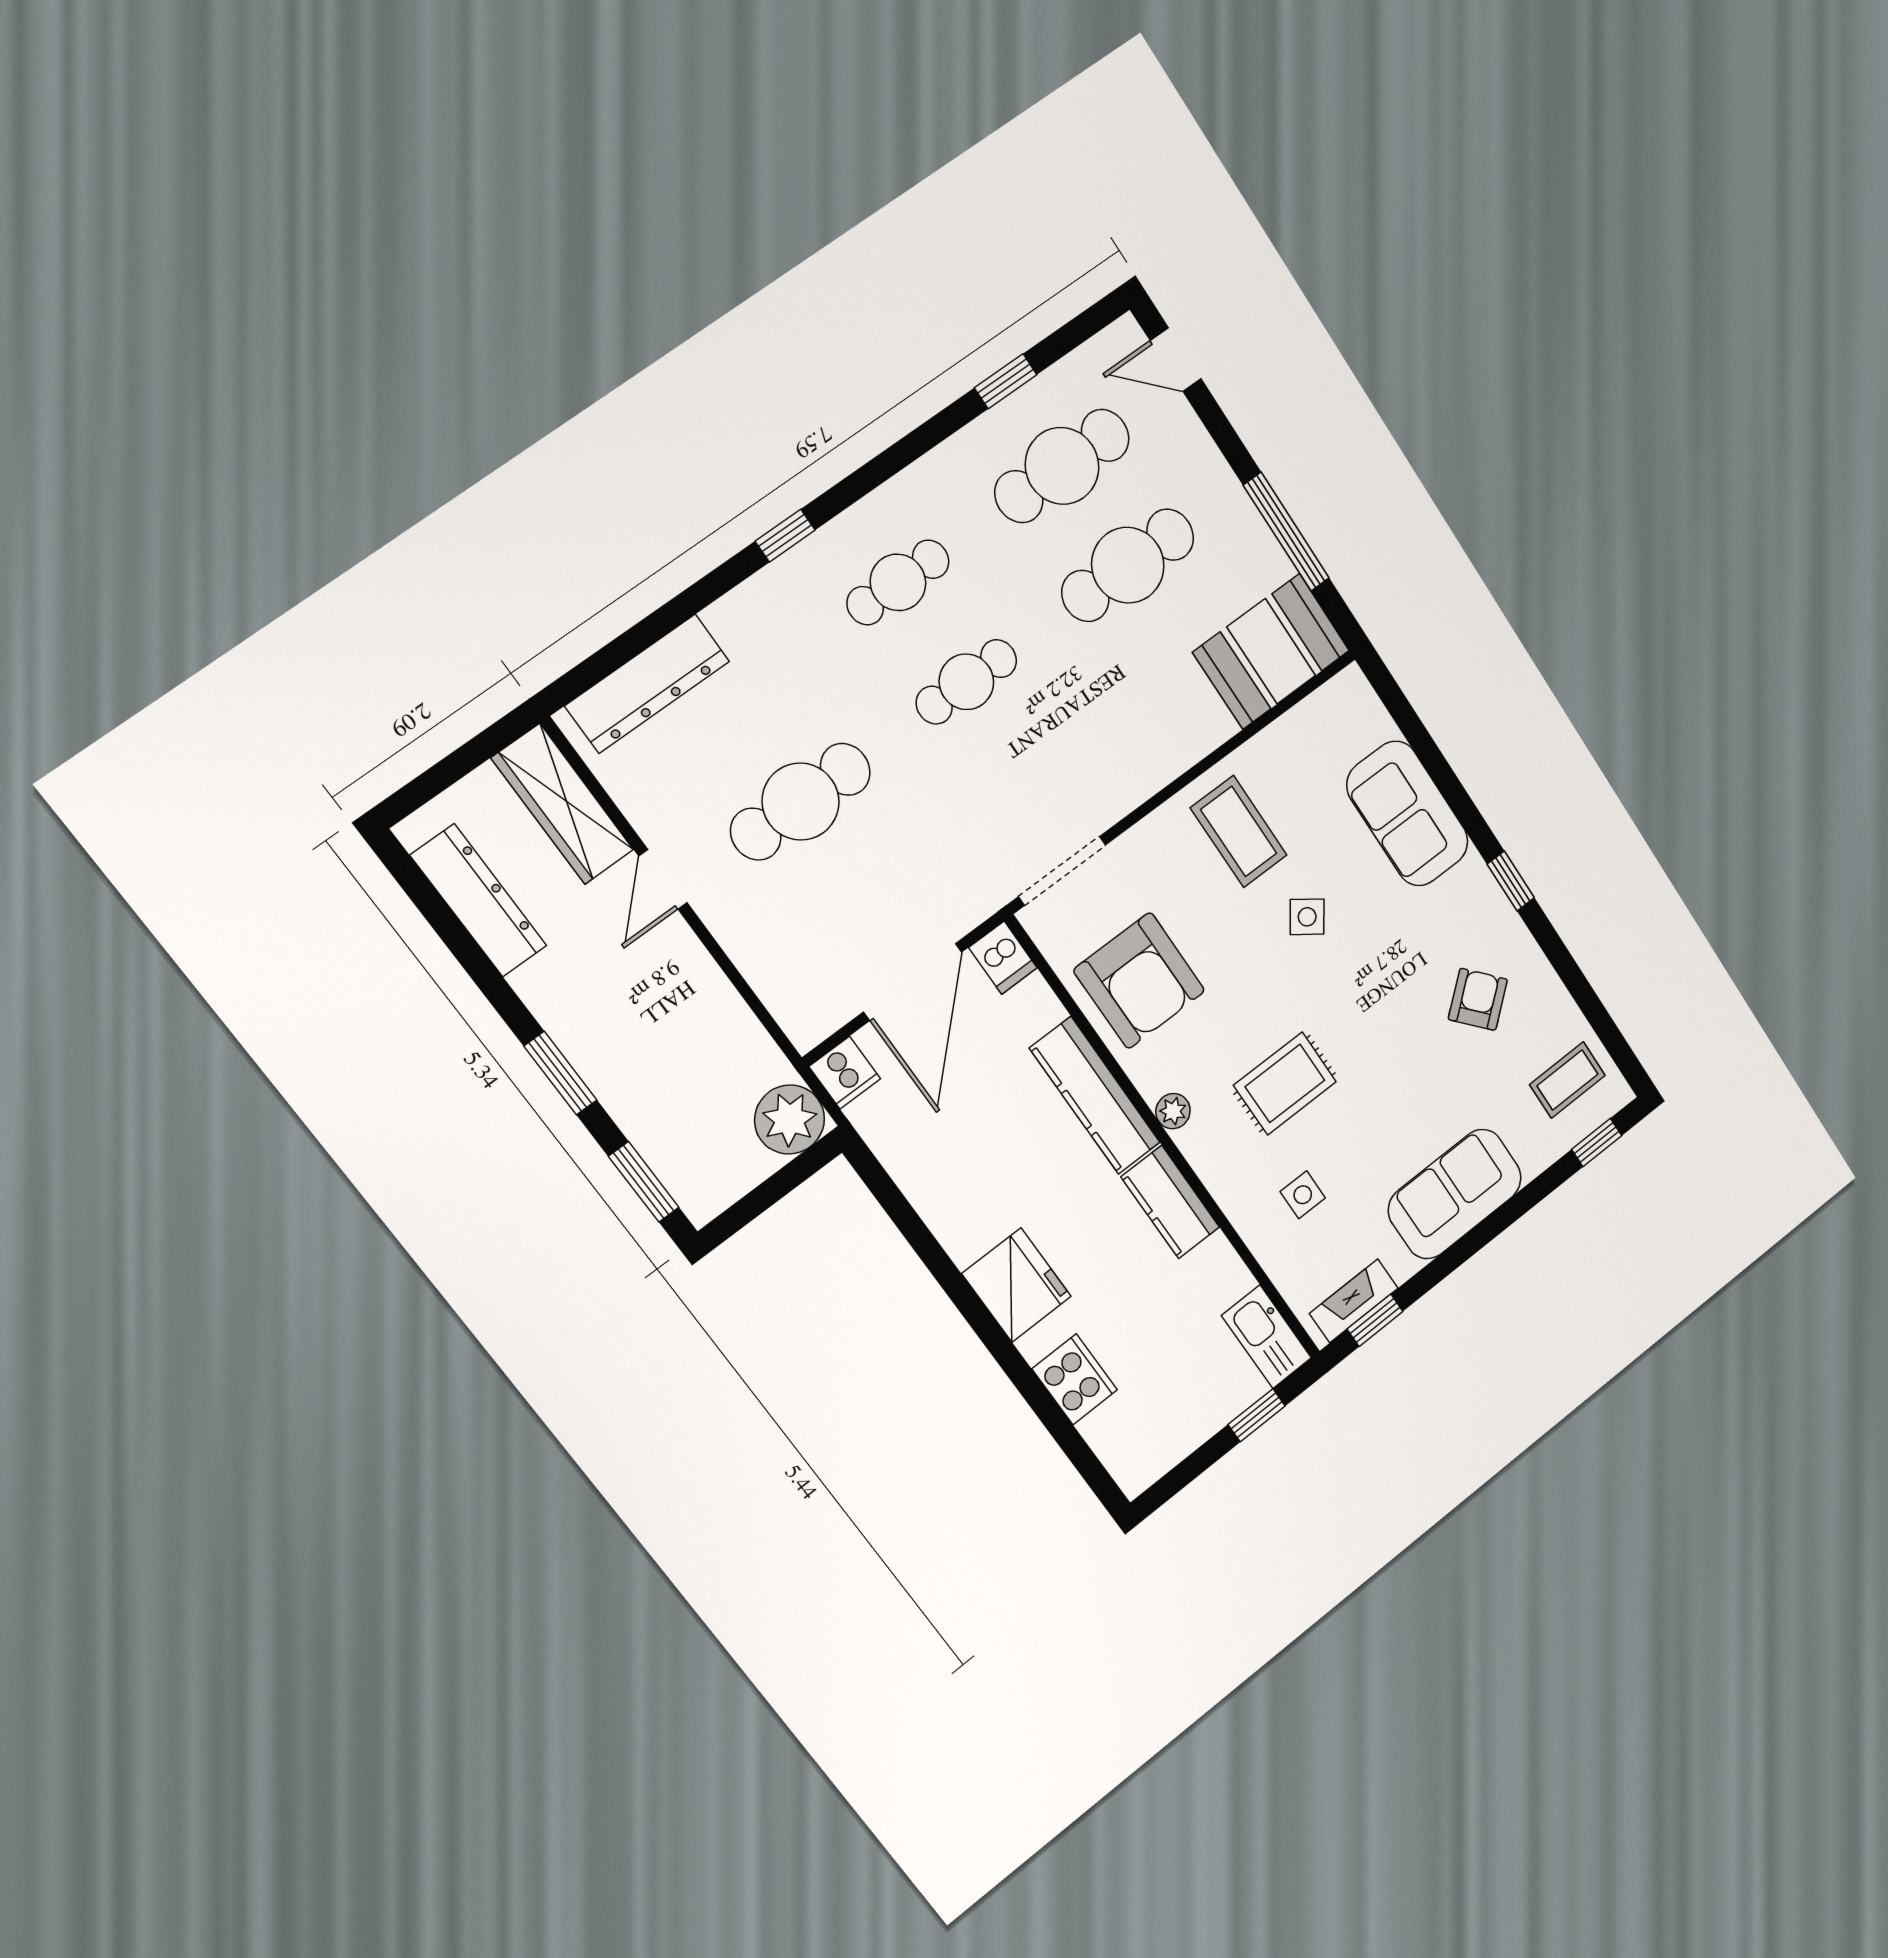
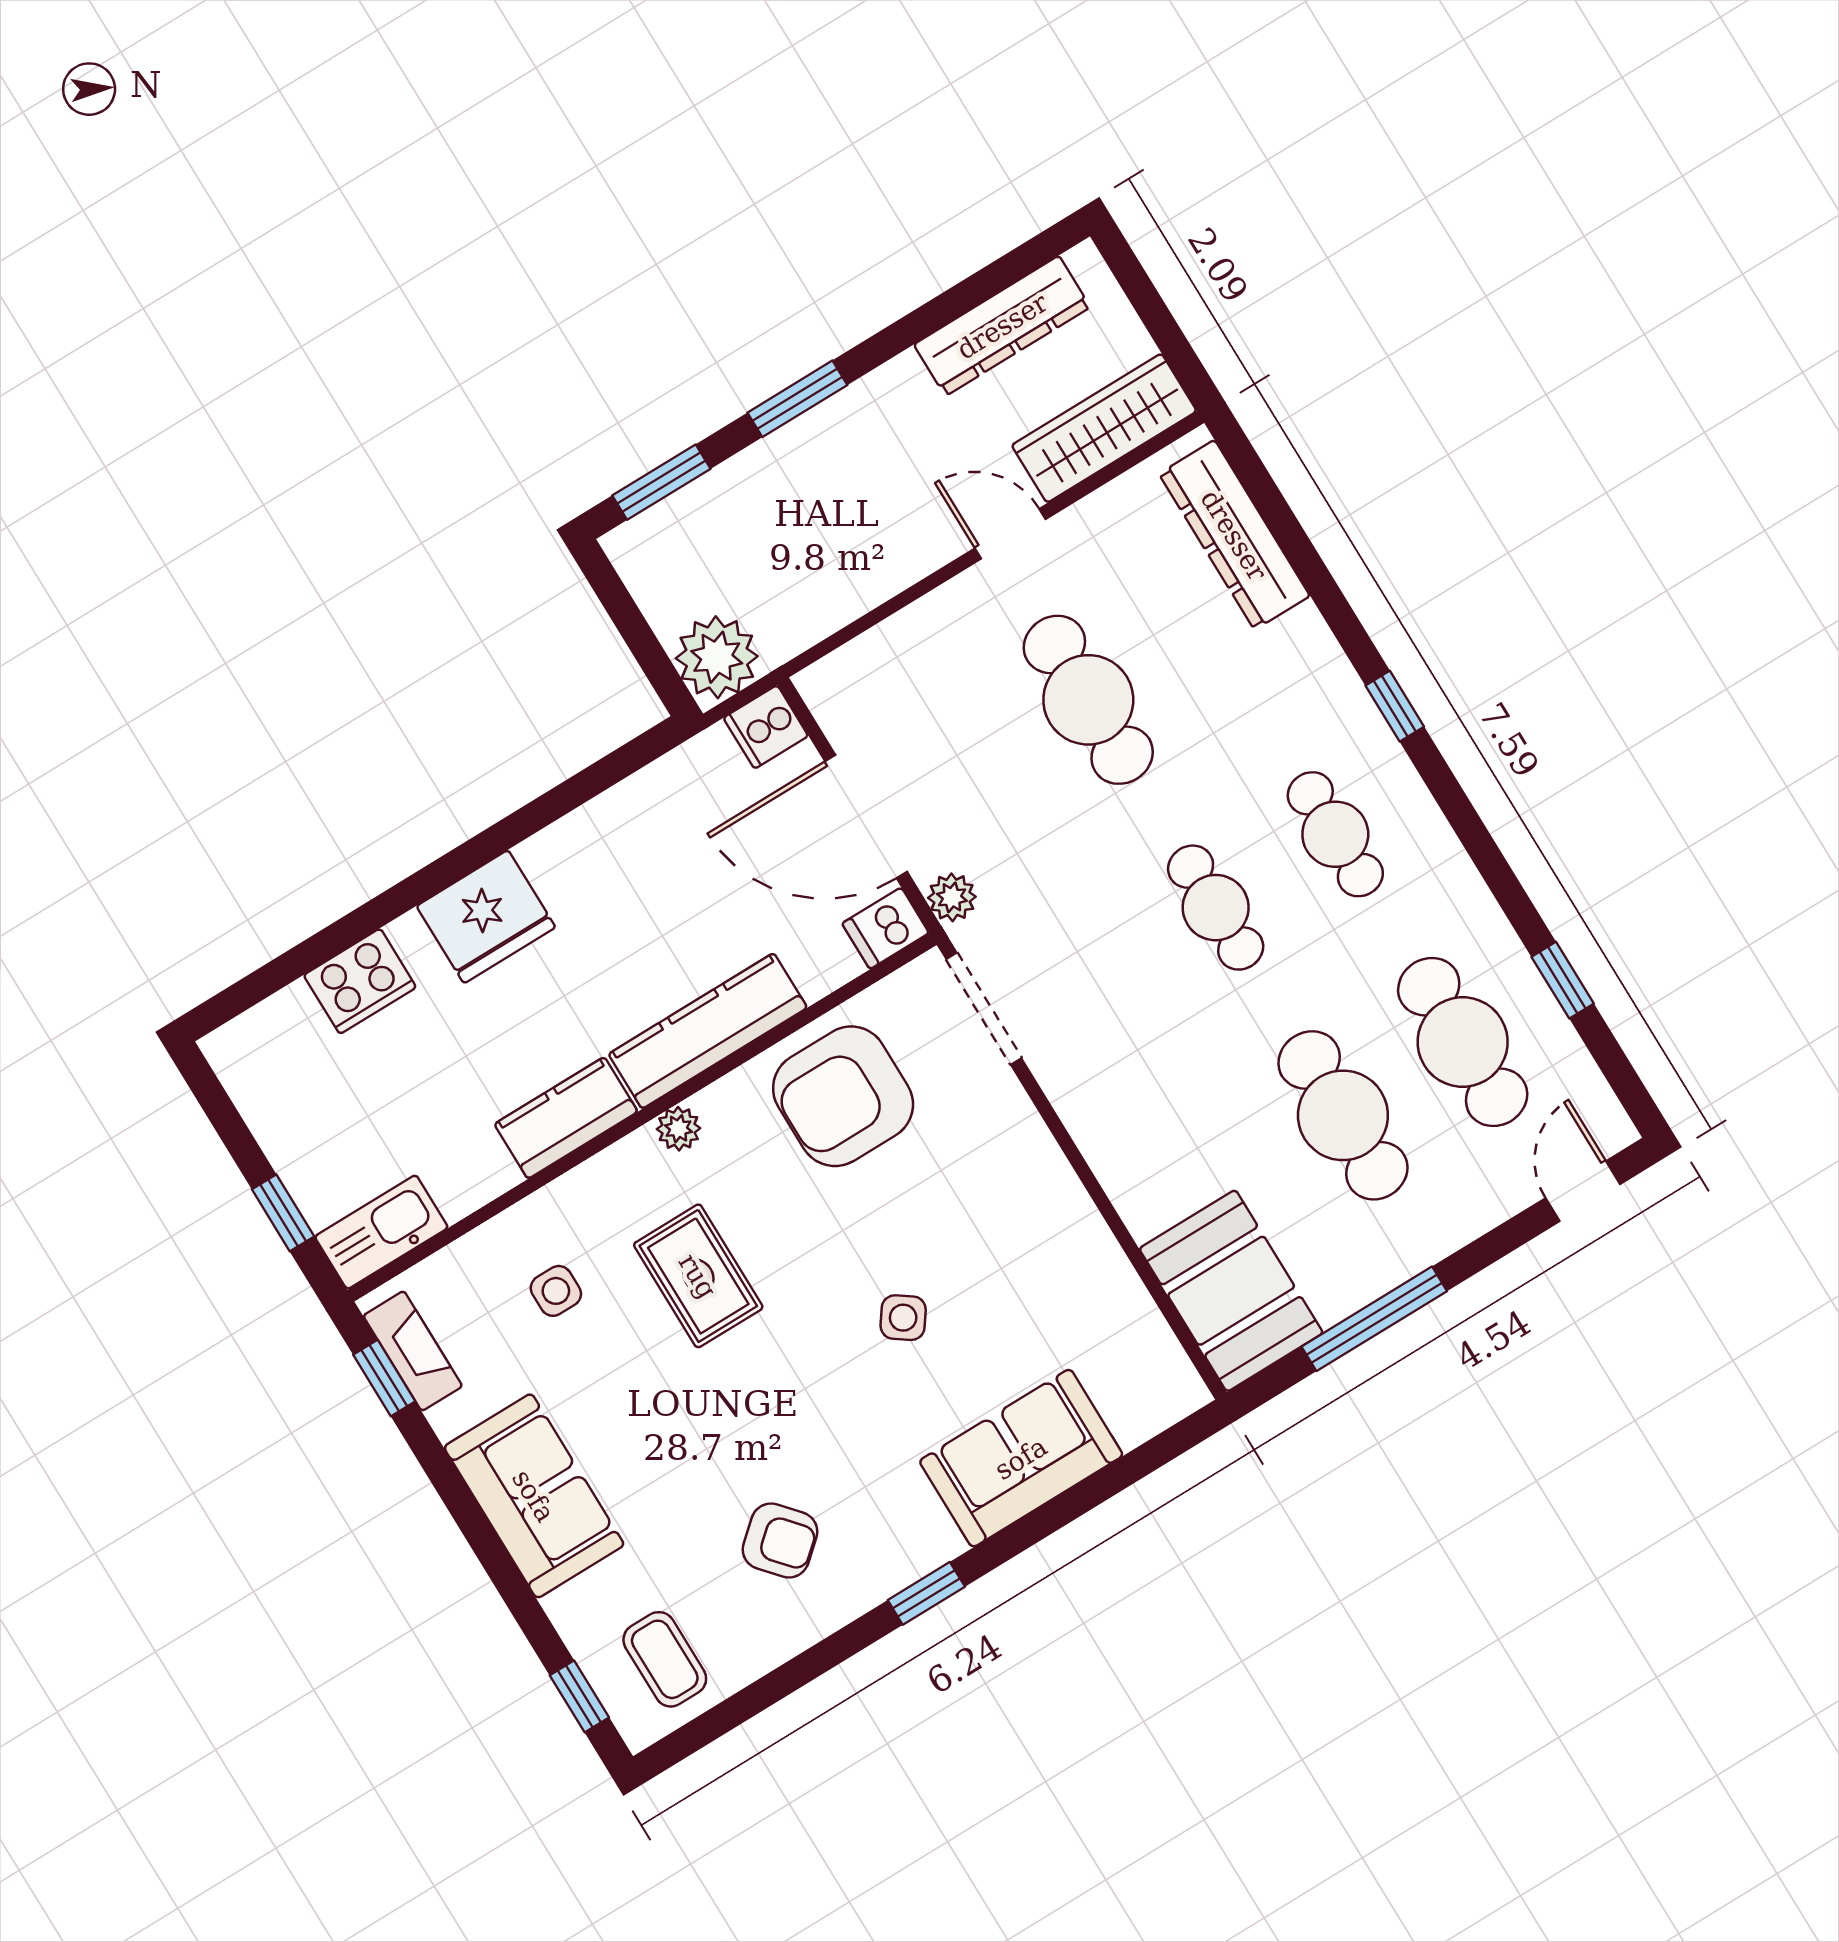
coffee table: (1239, 832) -> (1015, 1235), removed
plant: (974, 905) -> (952, 897), added

